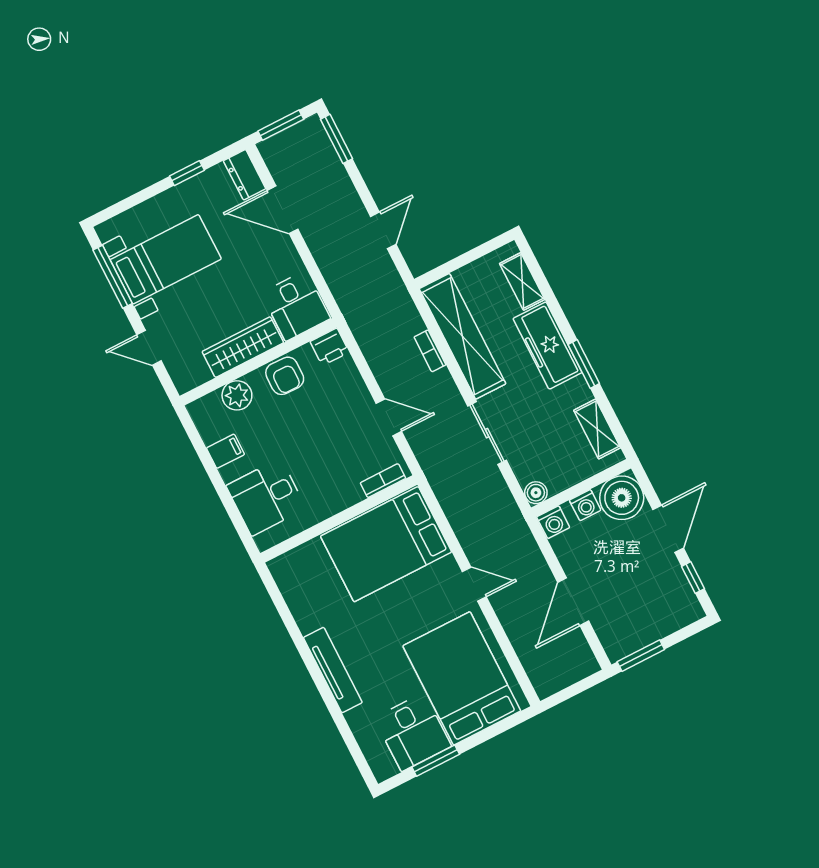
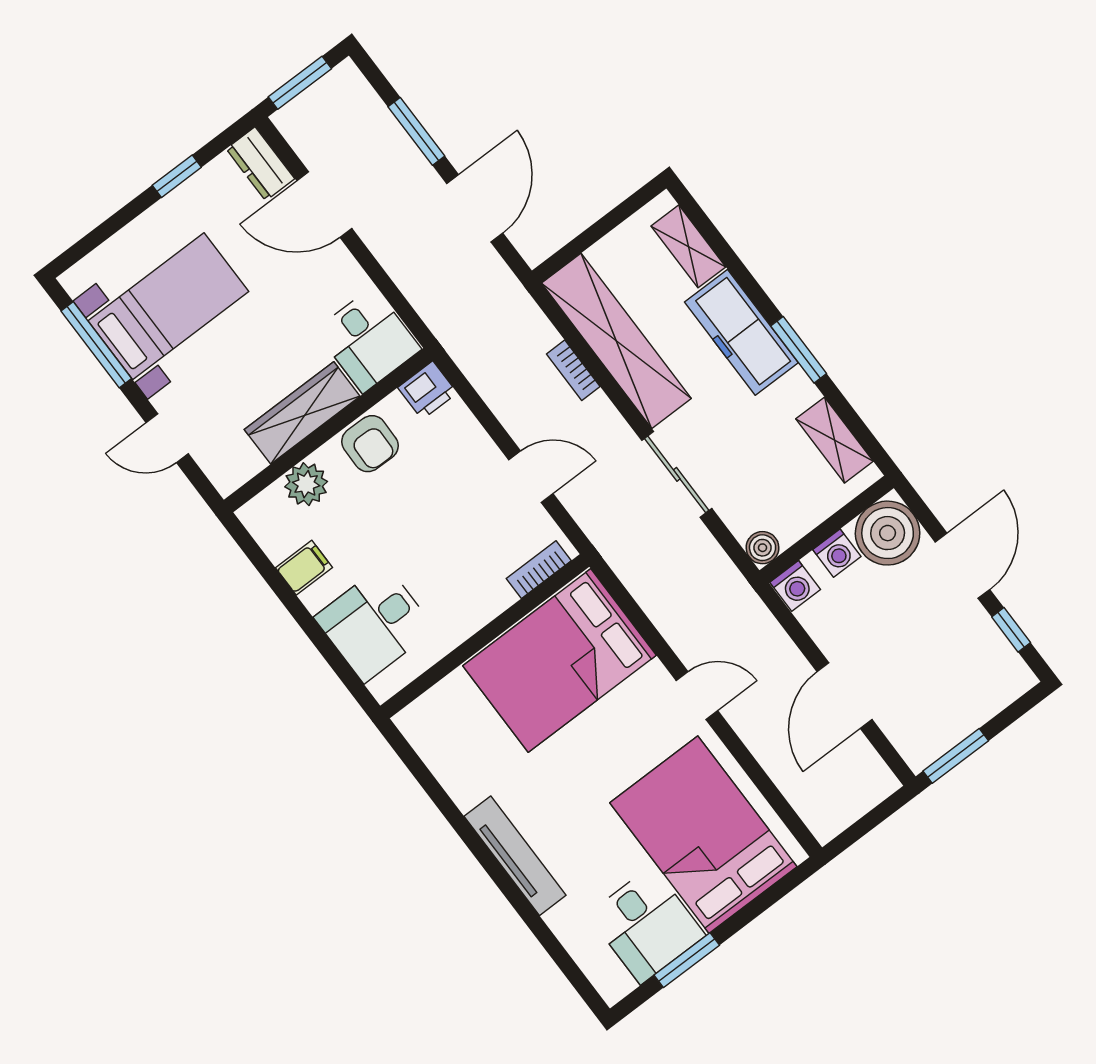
window: (336, 139) -> (416, 131), moved
door: (383, 230) -> (475, 208), width x1.38

